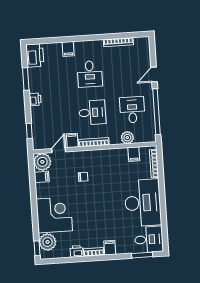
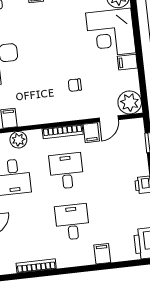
desk: (92, 112) -> (66, 171), turned 90
filing cabinet: (42, 177) -> (127, 62), moved

